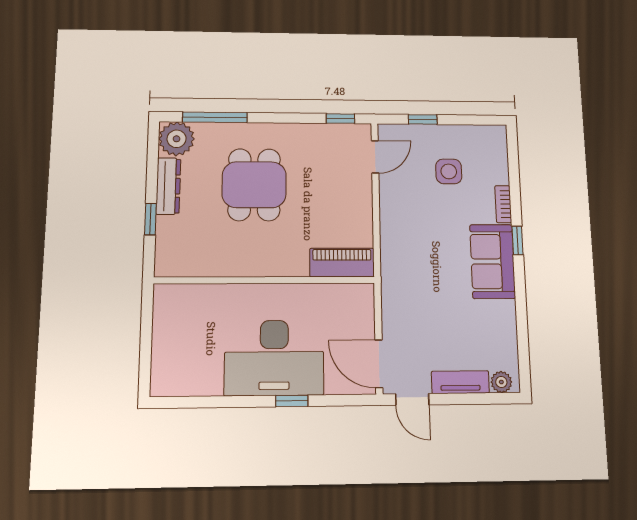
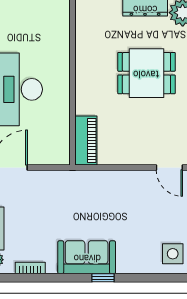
side table: (449, 171) -> (173, 254), moved
bookcase: (503, 204) -> (30, 268), moved

